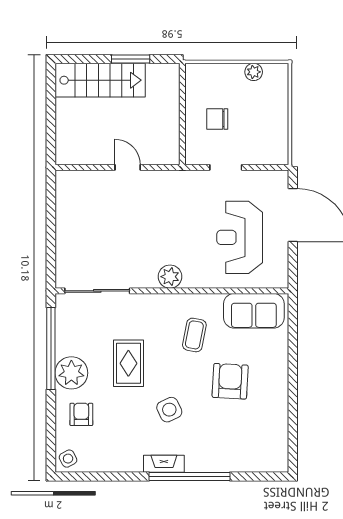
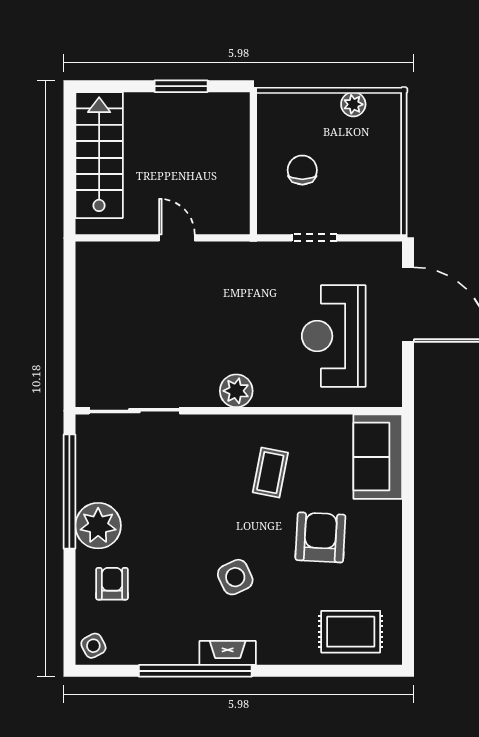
stairs: (100, 80) -> (99, 155), moved, turned -90
chair: (217, 119) -> (302, 170), turned 90
sofa: (254, 311) -> (378, 457), moved, turned 90
rug: (128, 363) -> (351, 632), moved, turned 90
window: (190, 477) -> (195, 671), moved

